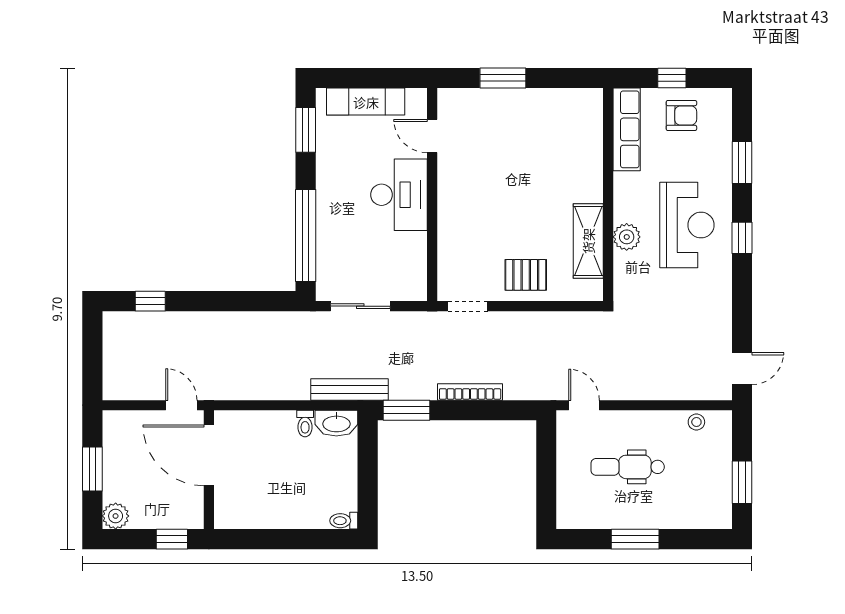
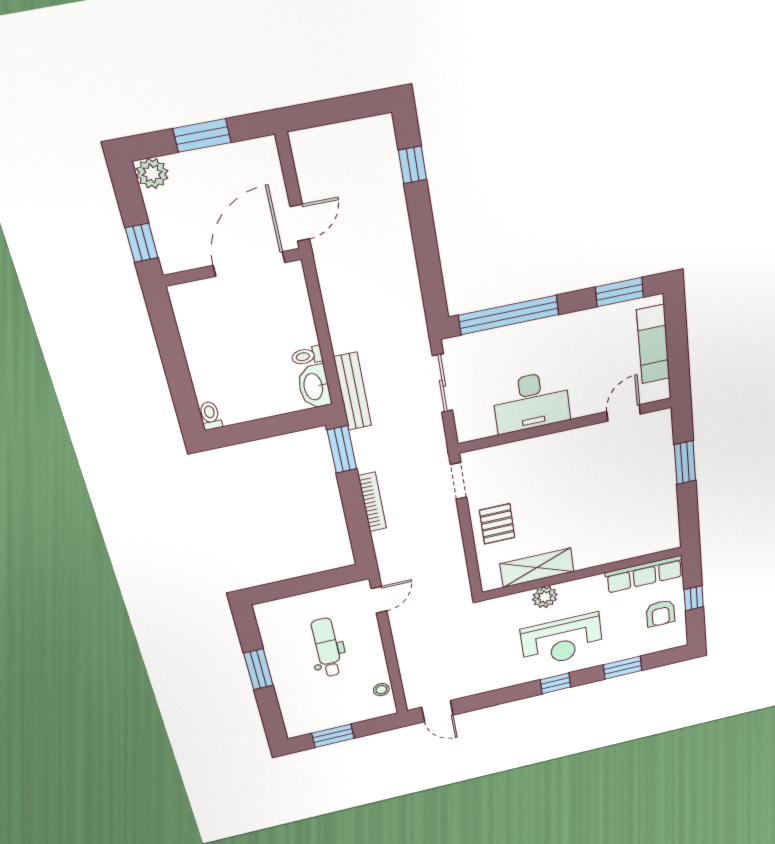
desk: (399, 195) -> (531, 402), moved

